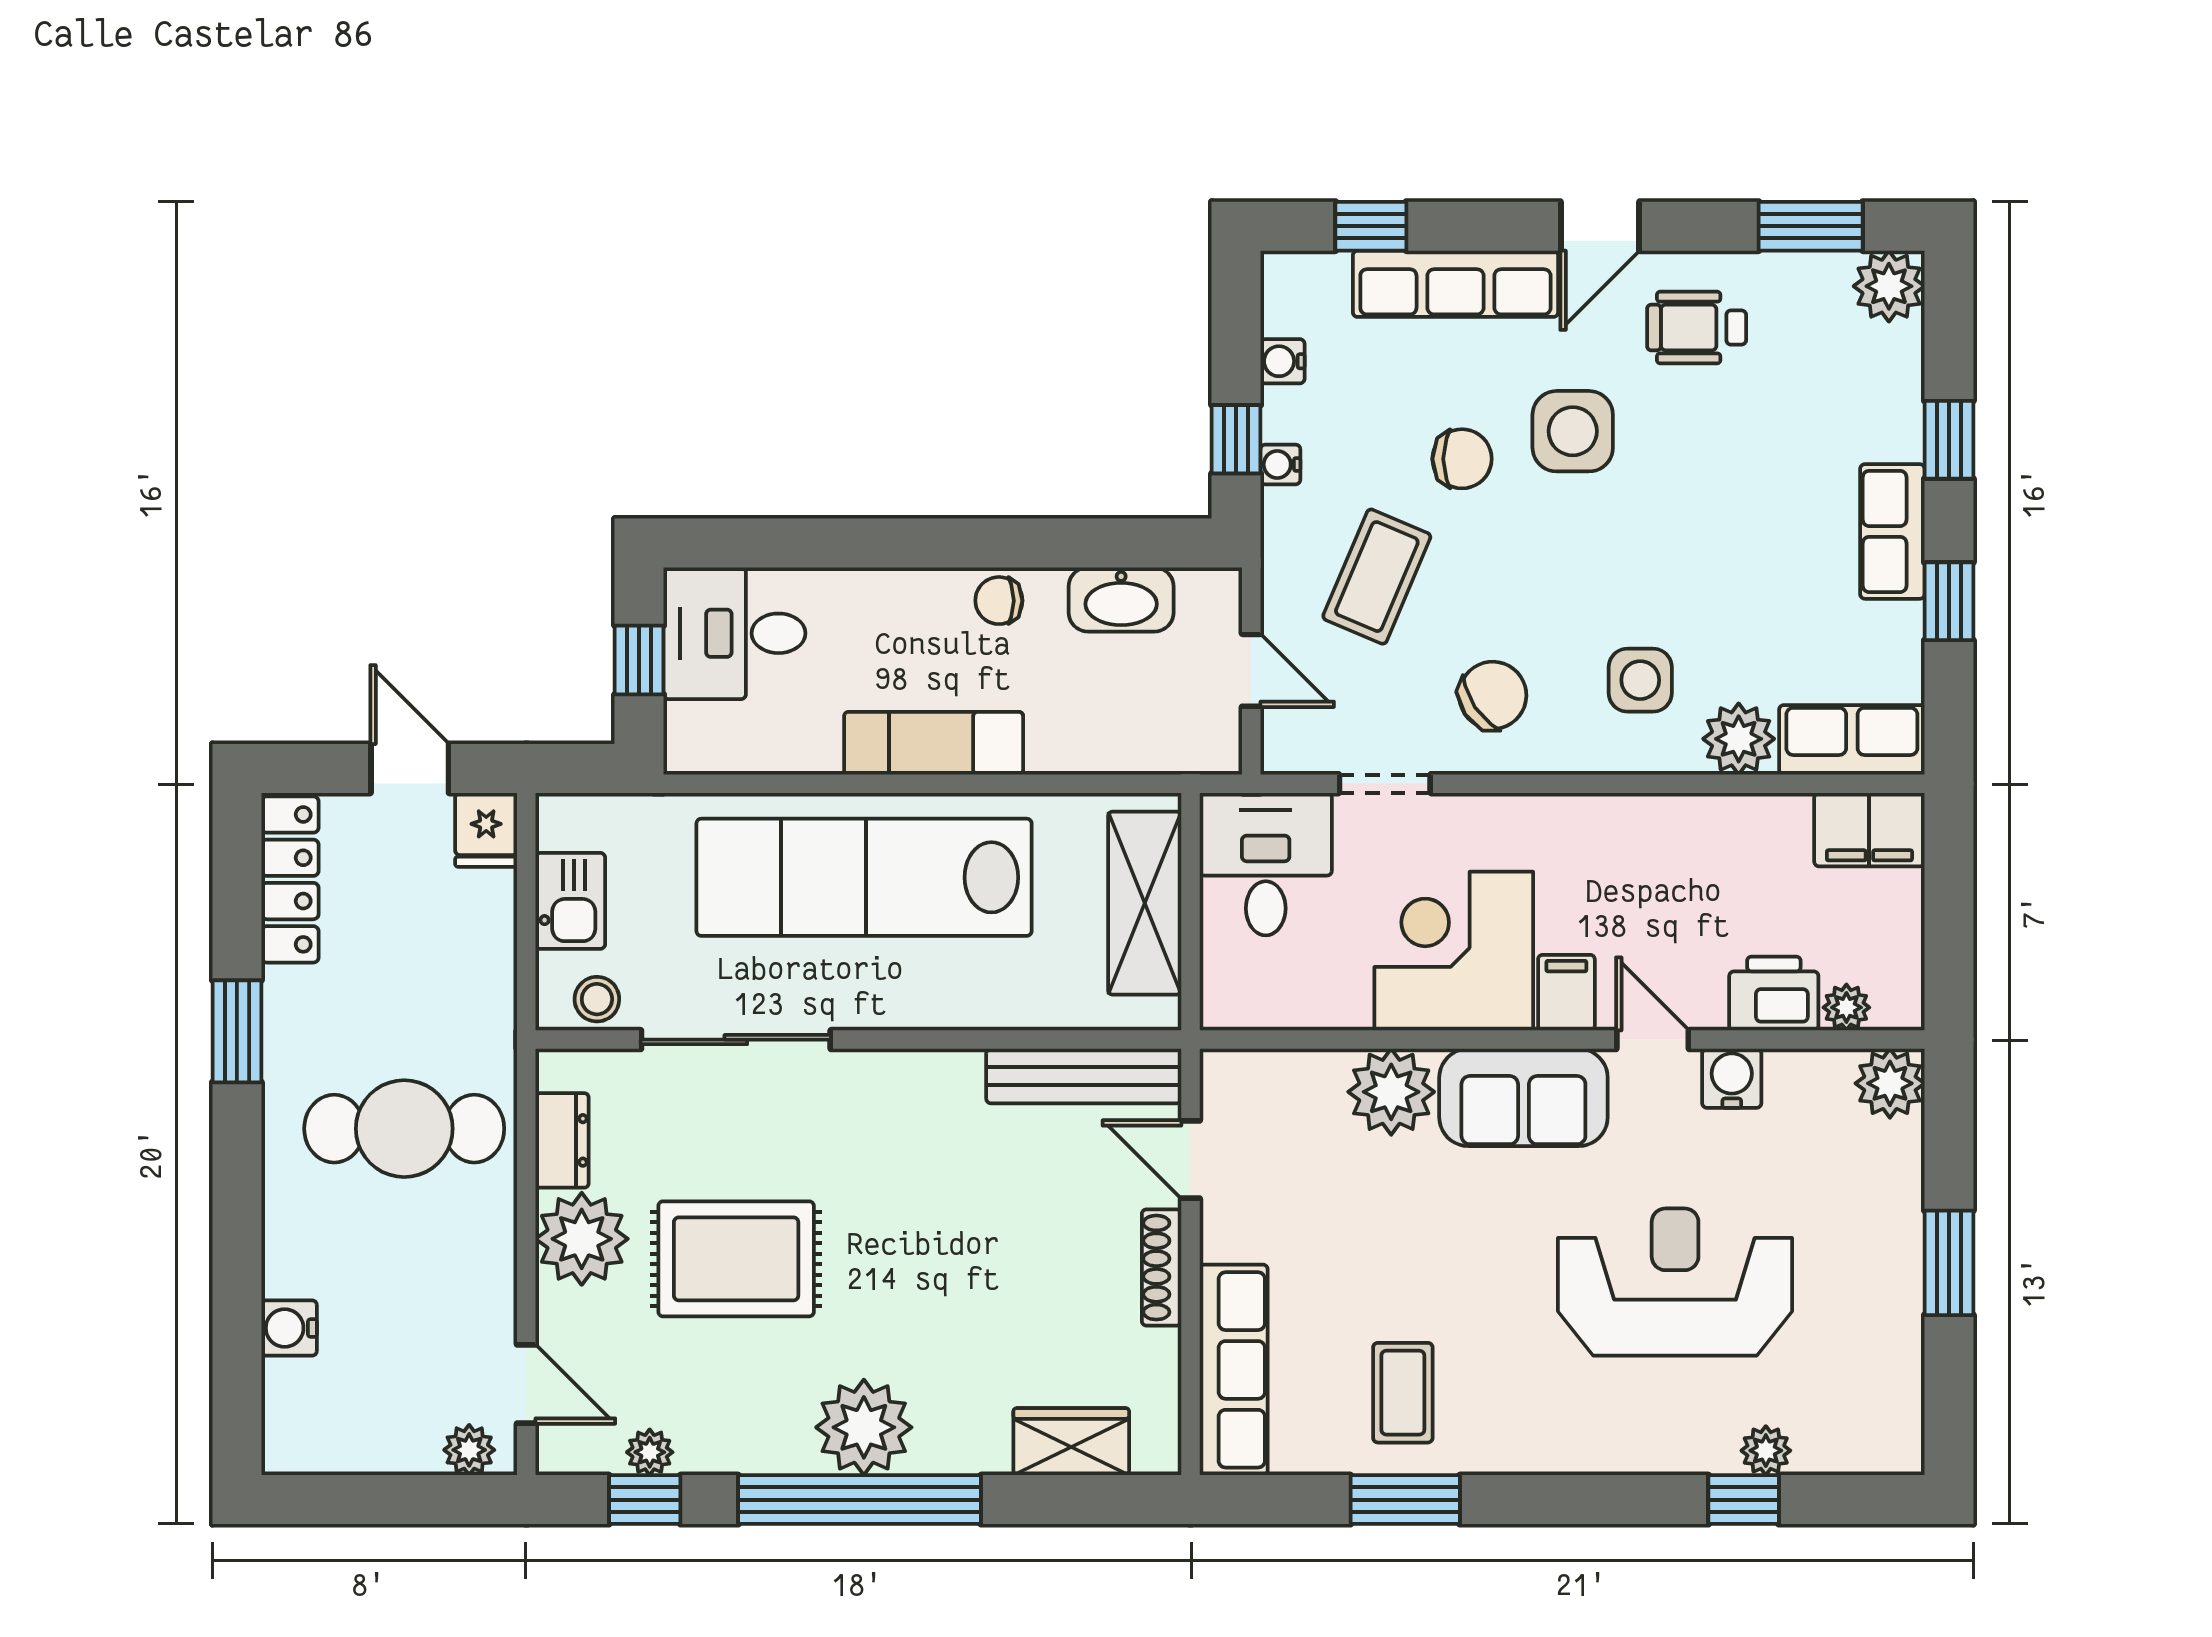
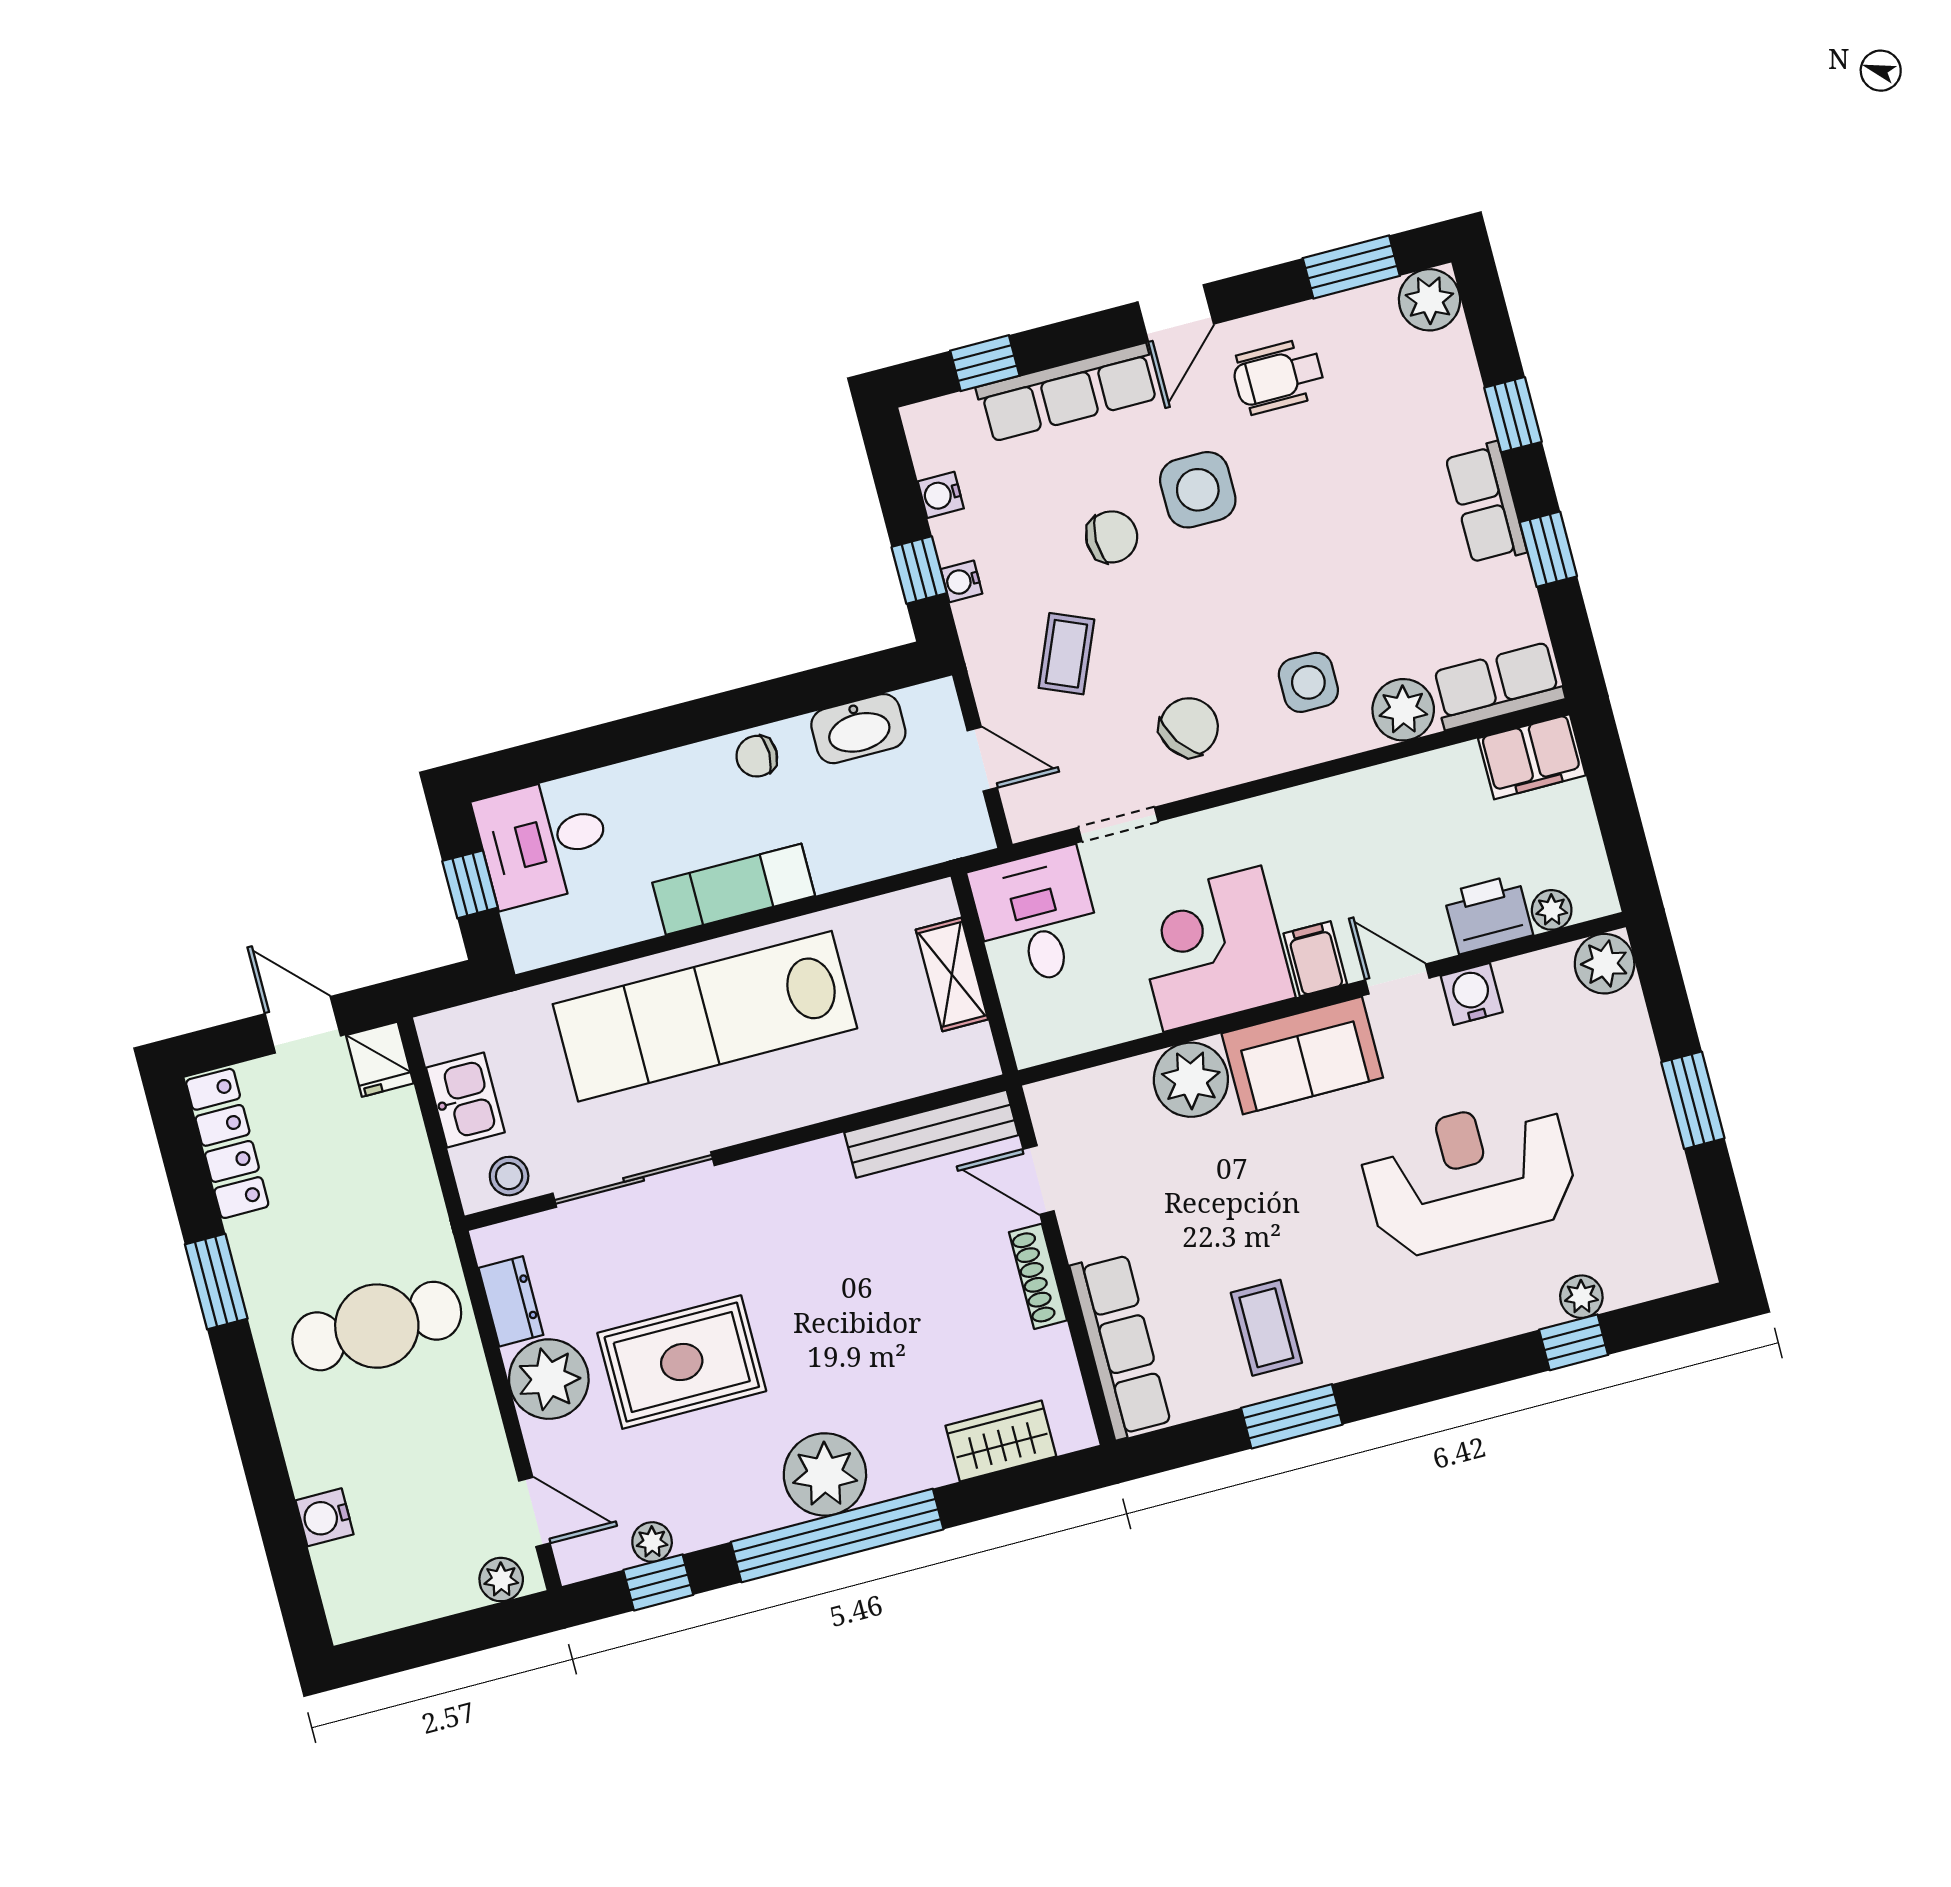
coffee table: (1377, 577) -> (1066, 654), width x0.73, depth x0.77
shelving: (1145, 903) -> (952, 974), width x0.67, depth x0.75

